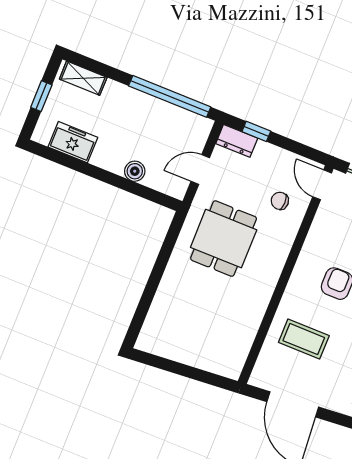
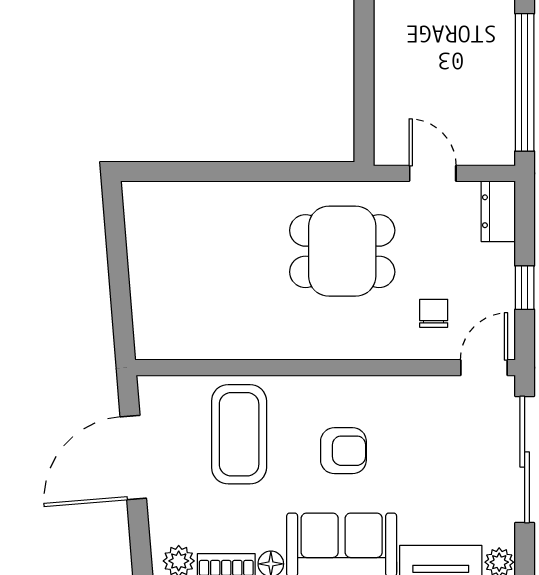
window: (256, 131) -> (525, 288), moved
boiler: (135, 171) -> (390, 75), removed
coffee table: (304, 339) -> (239, 434), width x1.36, depth x1.32

